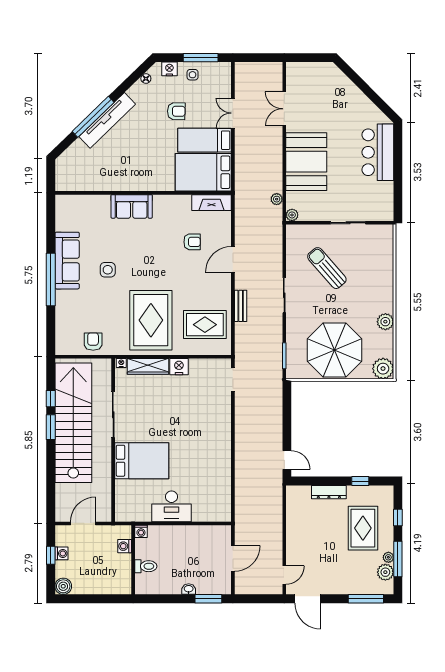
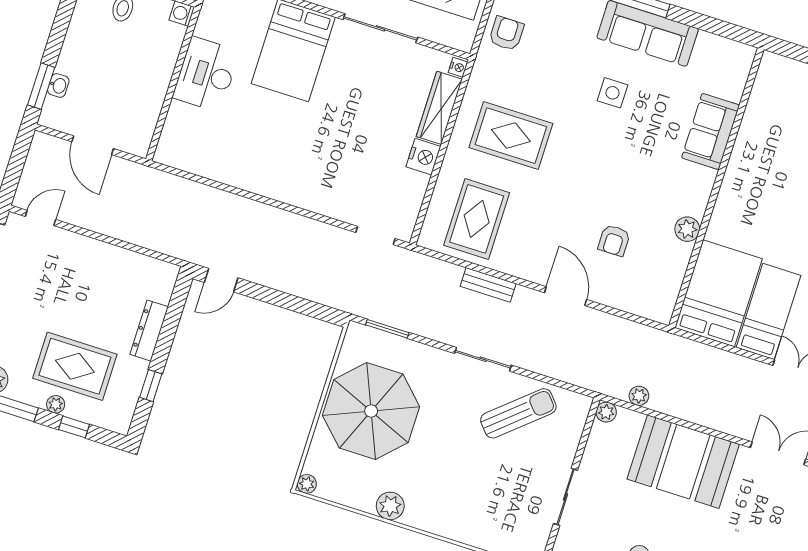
plant: (172, 202) -> (687, 229), added
fireplace: (211, 203) -> (666, 291), removed
sofa: (132, 206) -> (711, 131), moved
sun lounger: (327, 268) -> (518, 413), moved
rug: (151, 320) -> (511, 136), width x0.73, depth x0.69
armchair: (93, 342) -> (506, 33), turned -90
plant: (383, 369) -> (307, 484), width x0.53, depth x0.53
plant: (388, 557) -> (56, 404), moved
door: (284, 575) -> (40, 218), swing flipped
washbasin: (189, 589) -> (58, 85), moved

